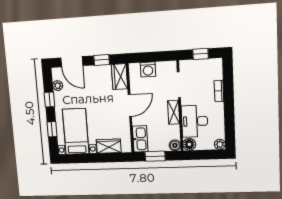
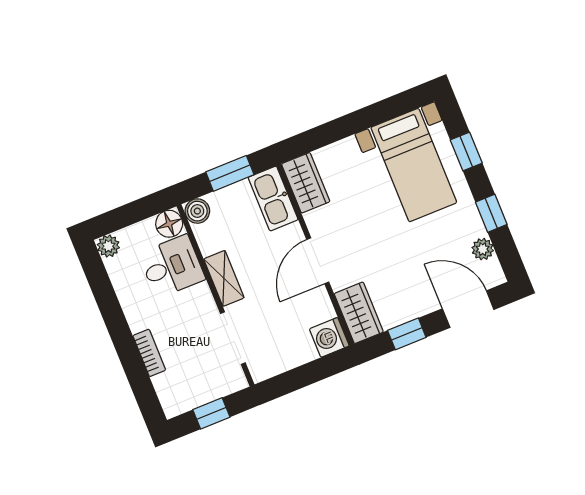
washing machine: (148, 69) -> (329, 337), moved, turned -90
desk: (195, 121) -> (172, 266), width x0.73
wardrobe: (109, 146) -> (306, 183), moved, turned -90

